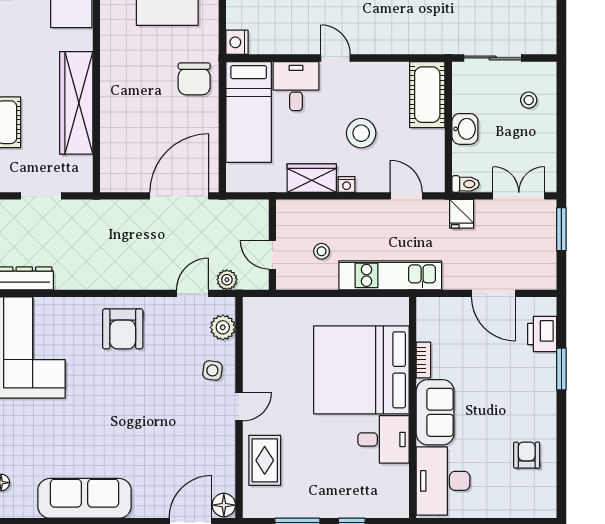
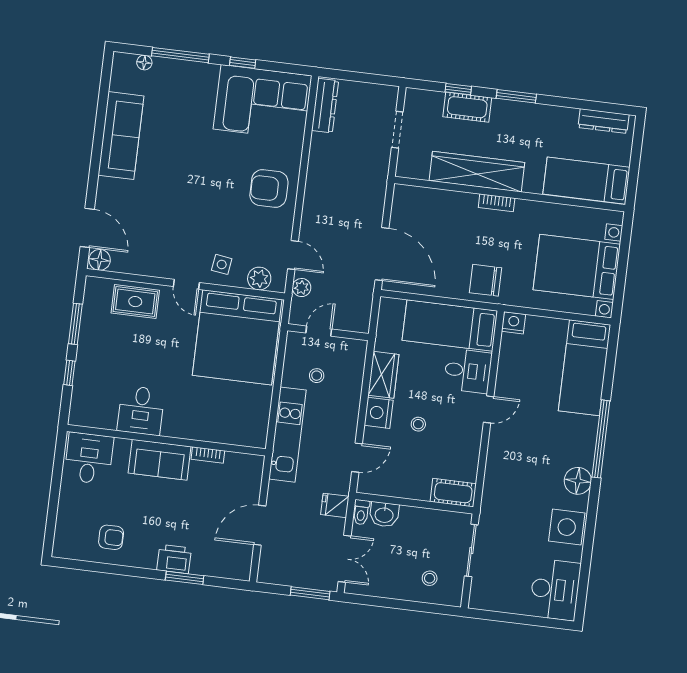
bookcase: (108, 77) -> (497, 203), added
cot: (427, 95) -> (453, 493), width x0.73, depth x0.75
washbasin: (465, 129) -> (384, 515), moved
stool: (361, 133) -> (418, 424), width x0.53, depth x0.53
nightstand: (347, 184) -> (379, 413), width x1.89, depth x1.79
printer: (542, 334) -> (174, 559), moved
bed: (361, 370) -> (237, 337), moved, turned 180
desk: (443, 481) -> (89, 458), width x0.73

